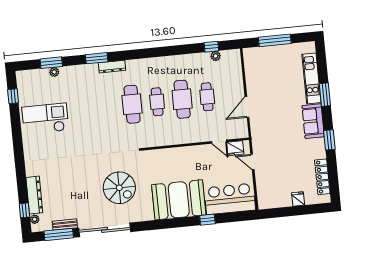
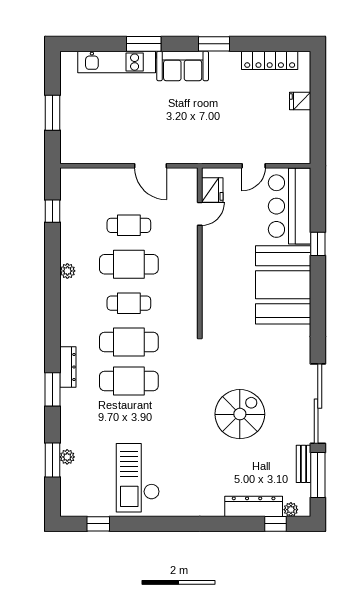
window: (275, 40) -> (52, 113), width x0.69
plant: (216, 56) -> (67, 271), moved
cafe table: (107, 107) -> (129, 381), added
door: (252, 162) -> (254, 166), moved
spiral stairs: (119, 188) -> (240, 414), moved

